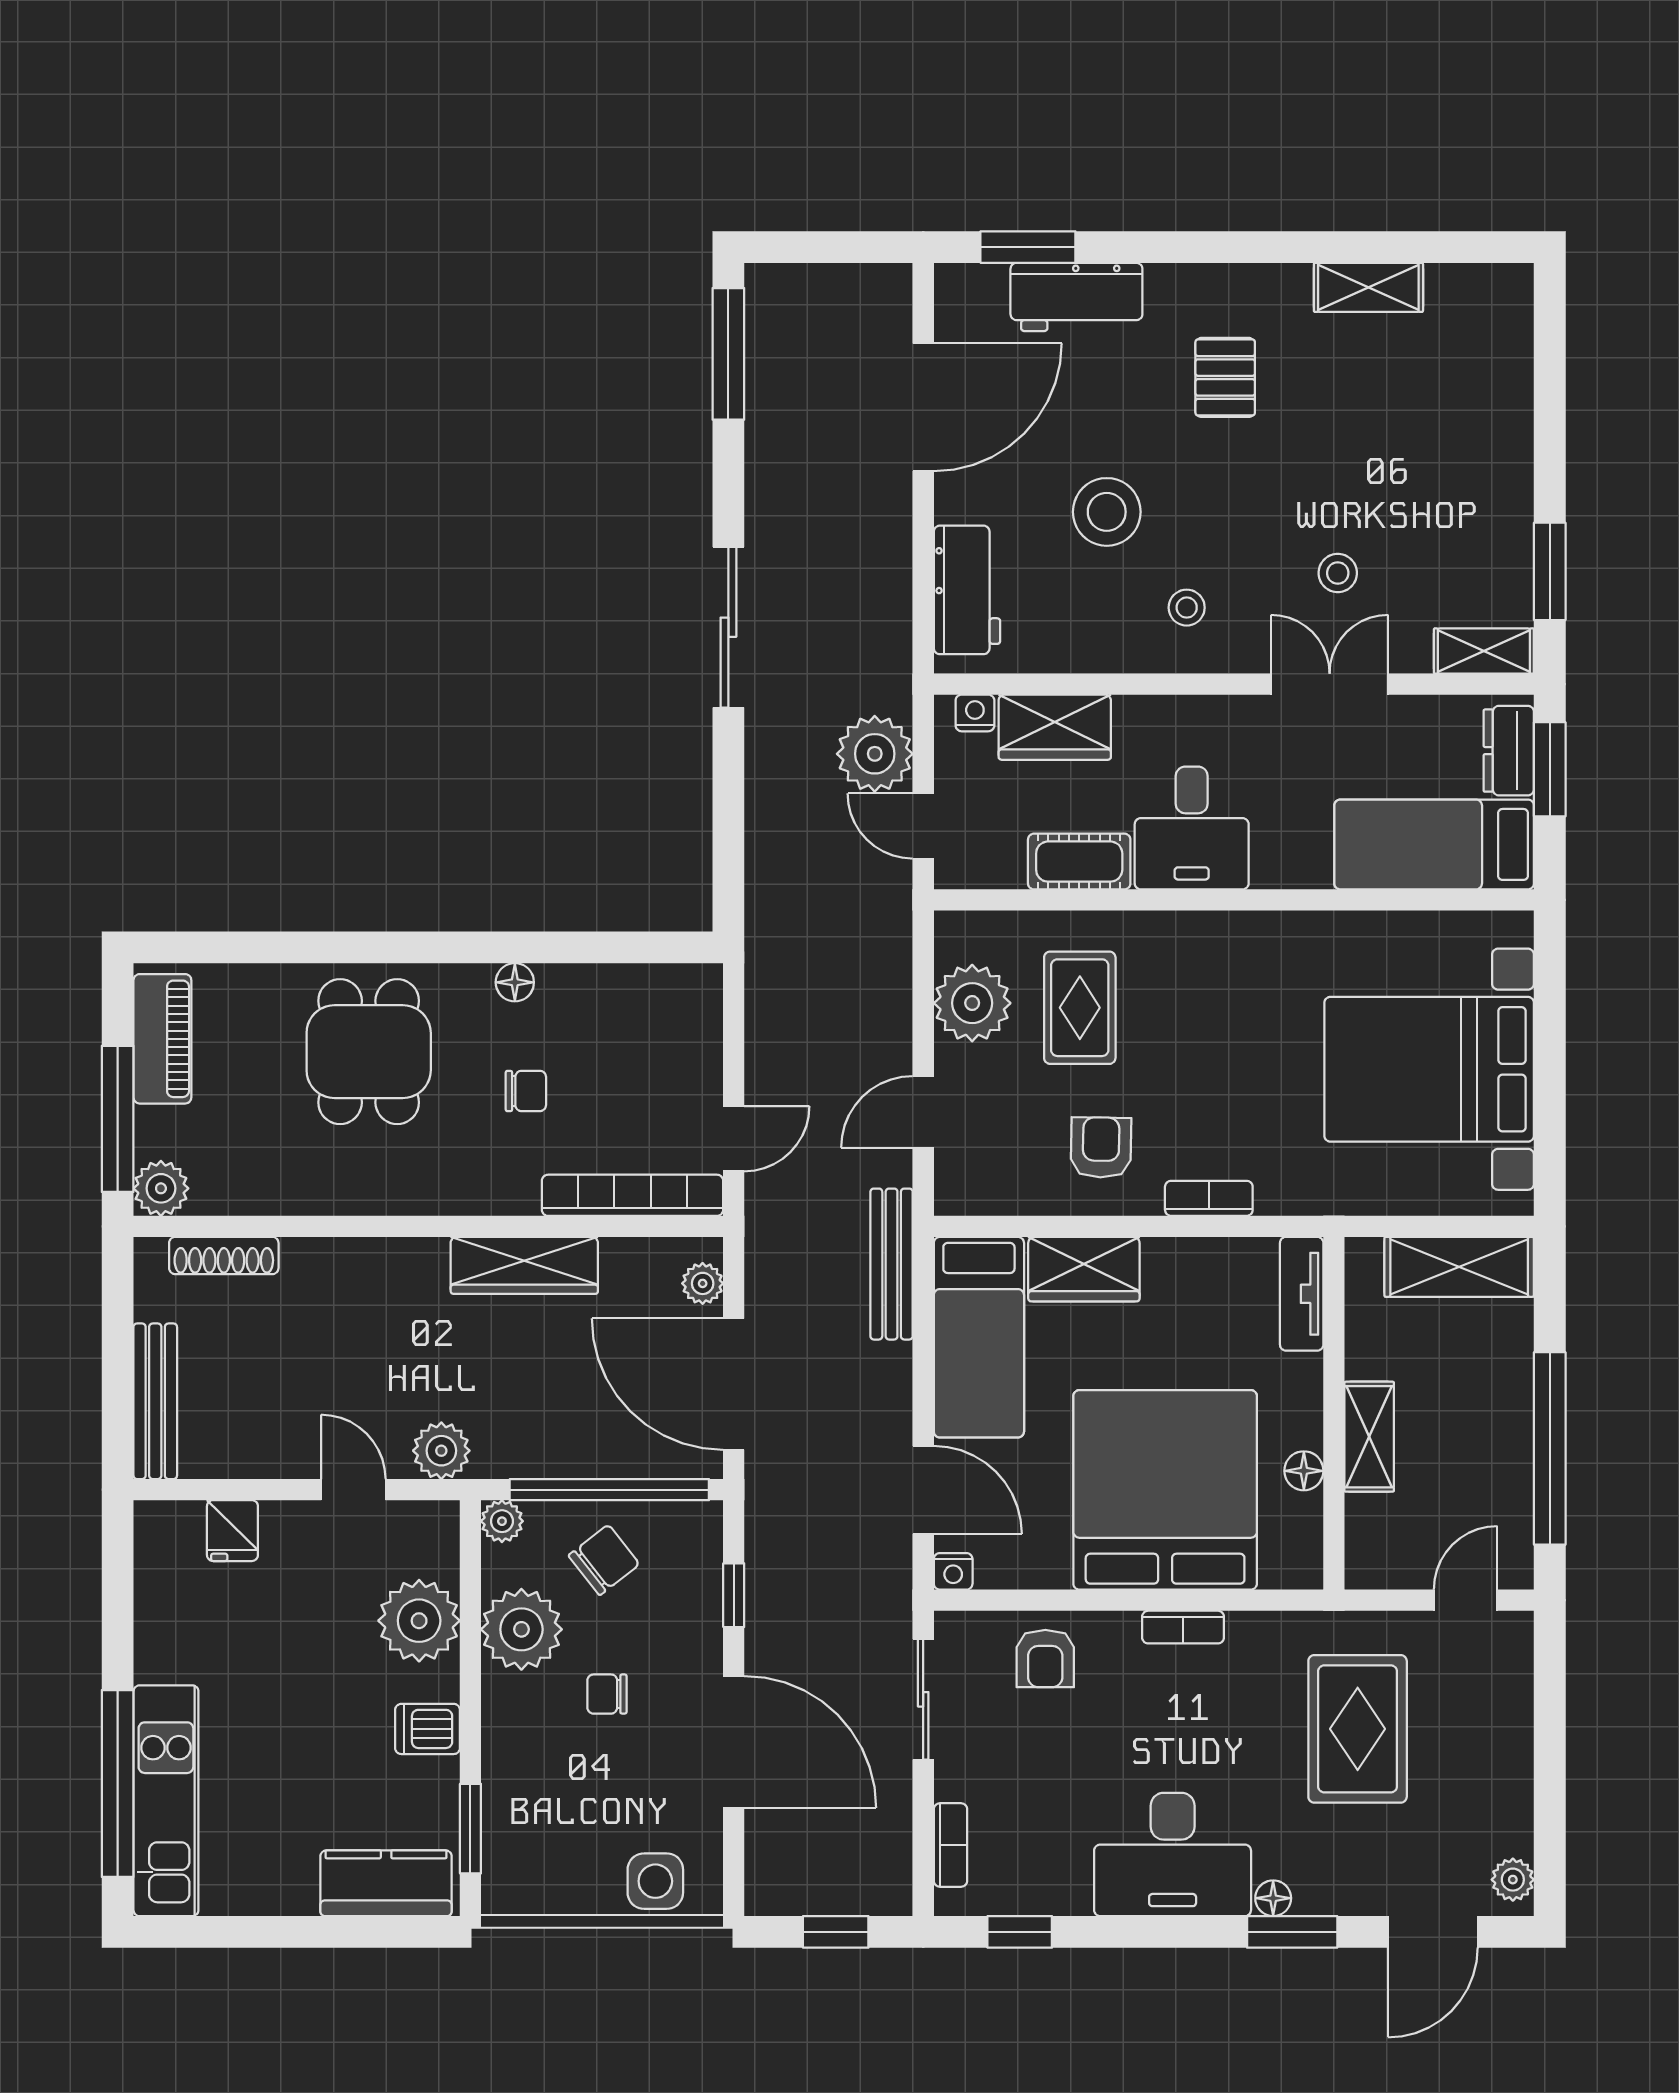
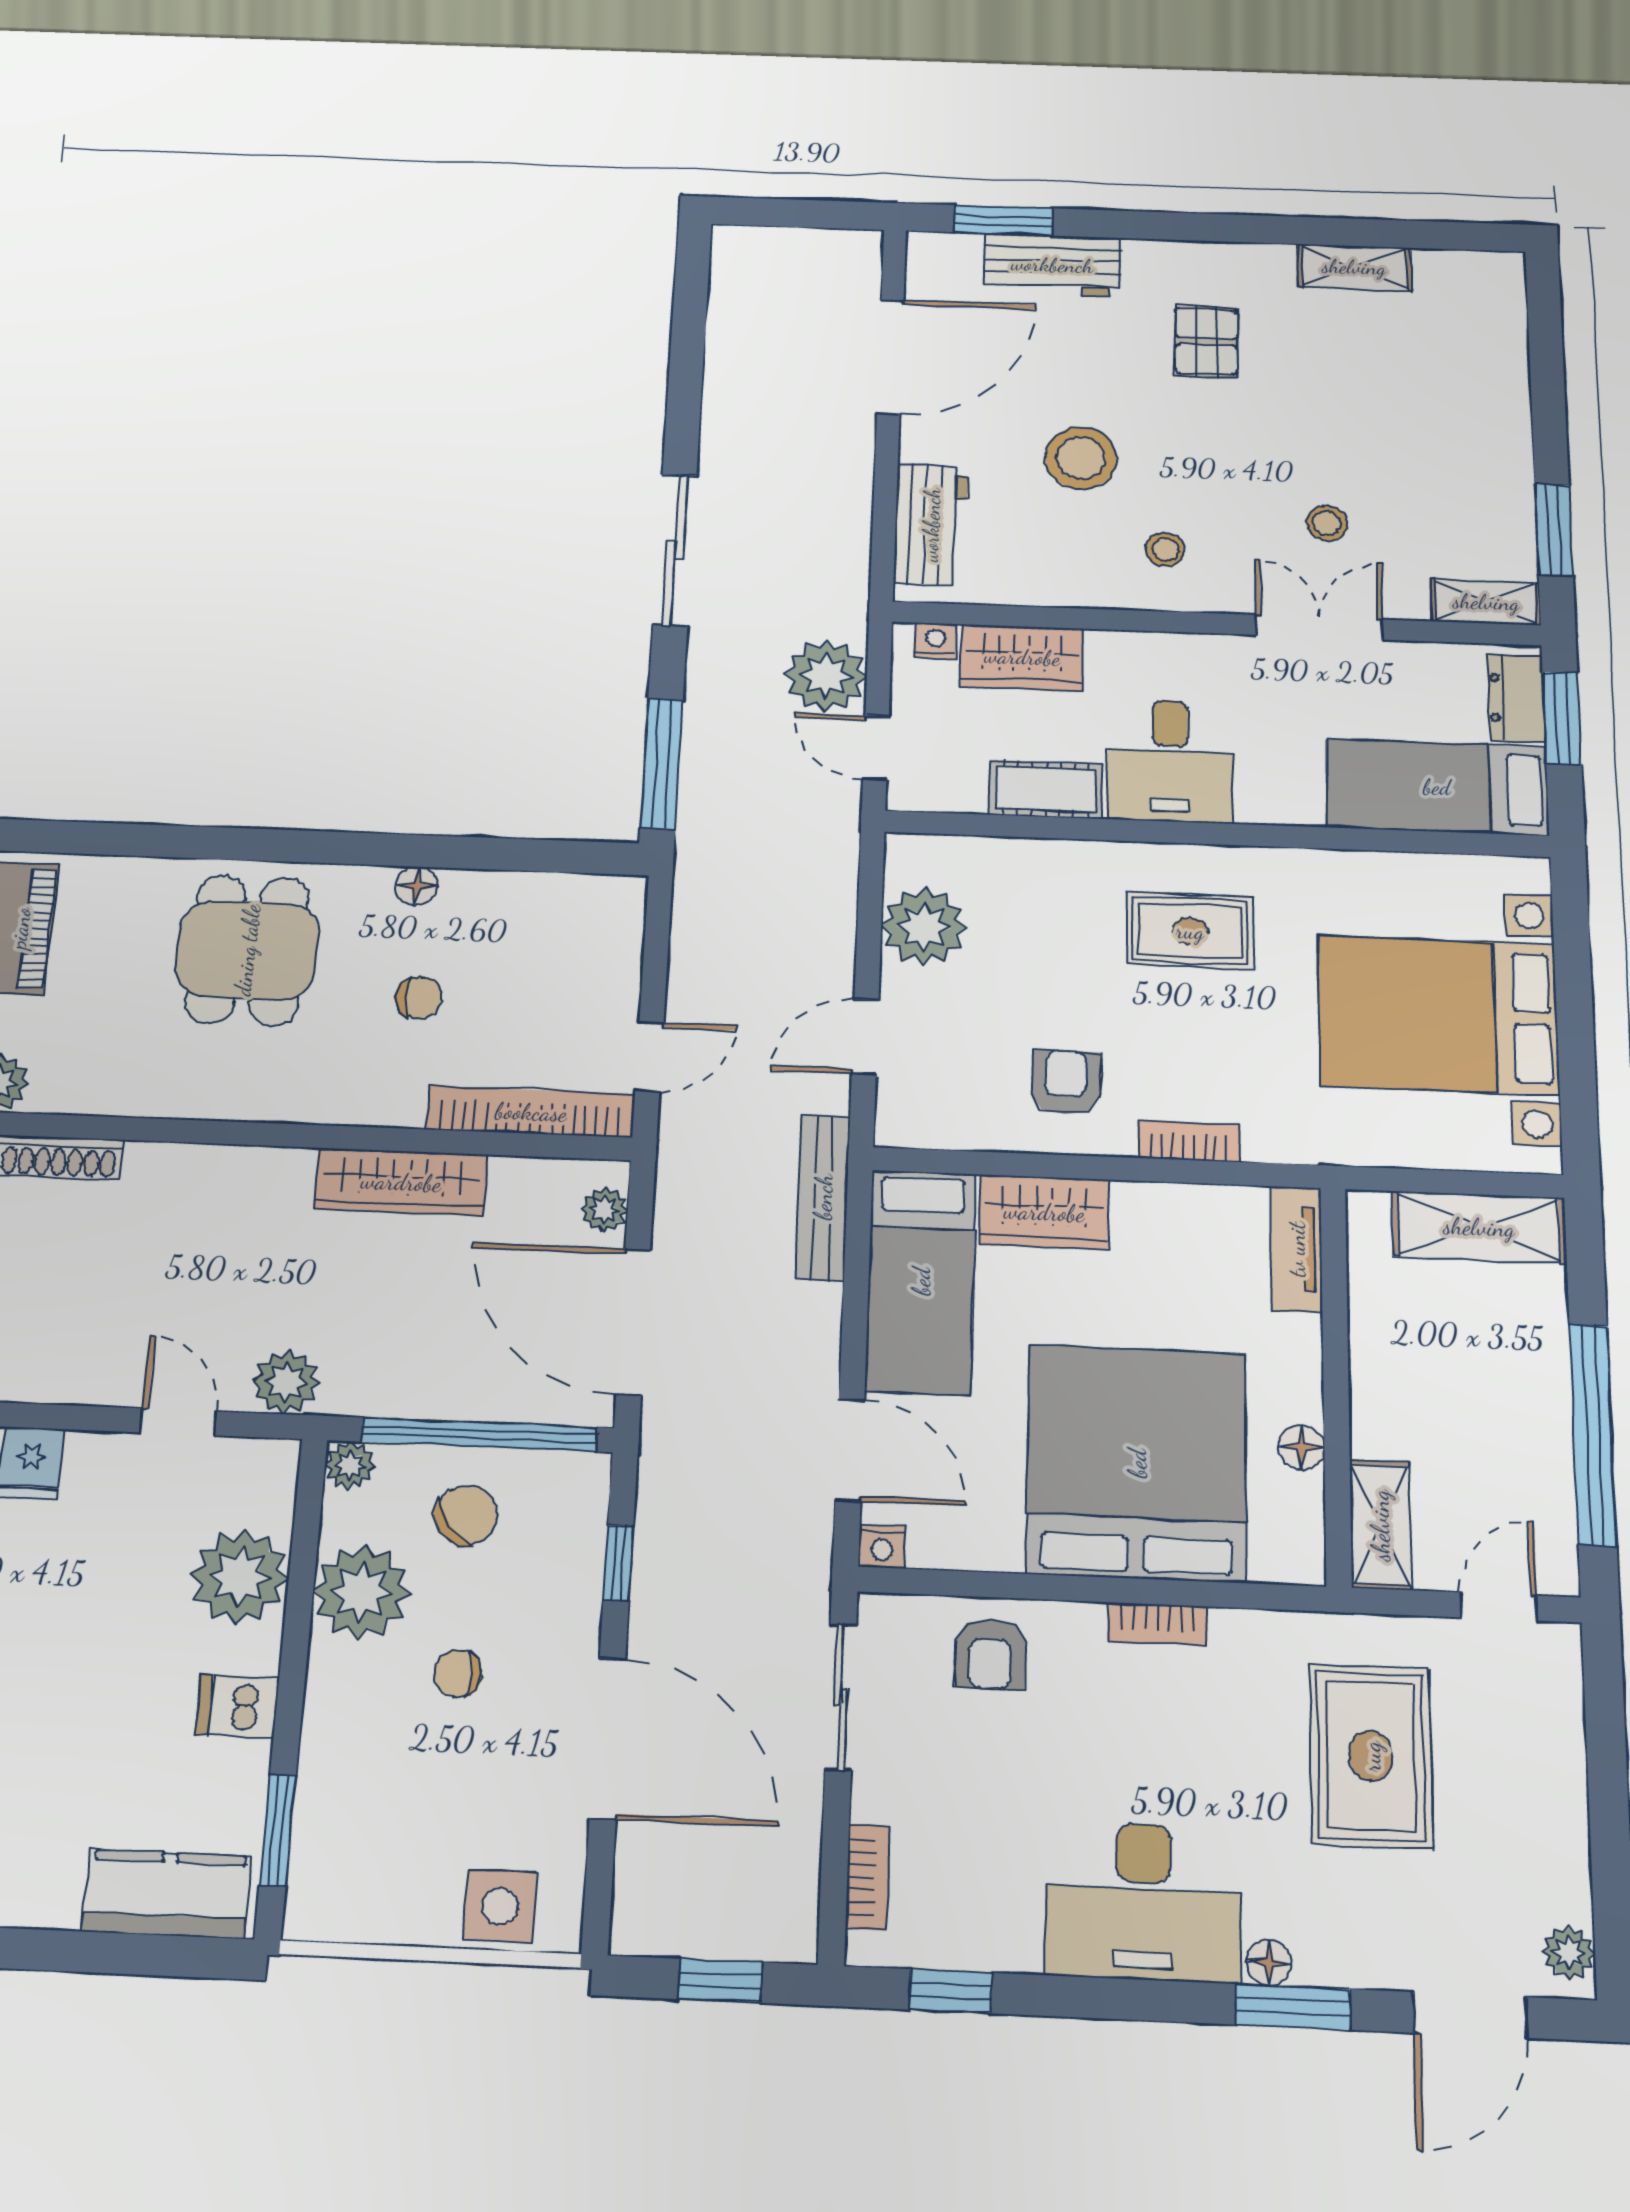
window: (728, 354) -> (662, 764), moved
rug: (1080, 1008) -> (1190, 931), moved, turned 90
shelving: (1369, 1437) -> (1380, 1525), moved

